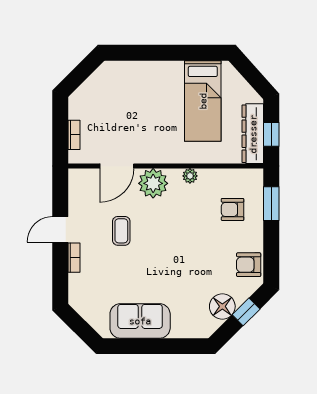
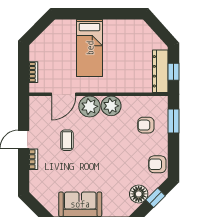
bed: (203, 101) -> (90, 48), moved
plant: (190, 176) -> (111, 106), width x1.87, depth x1.87

